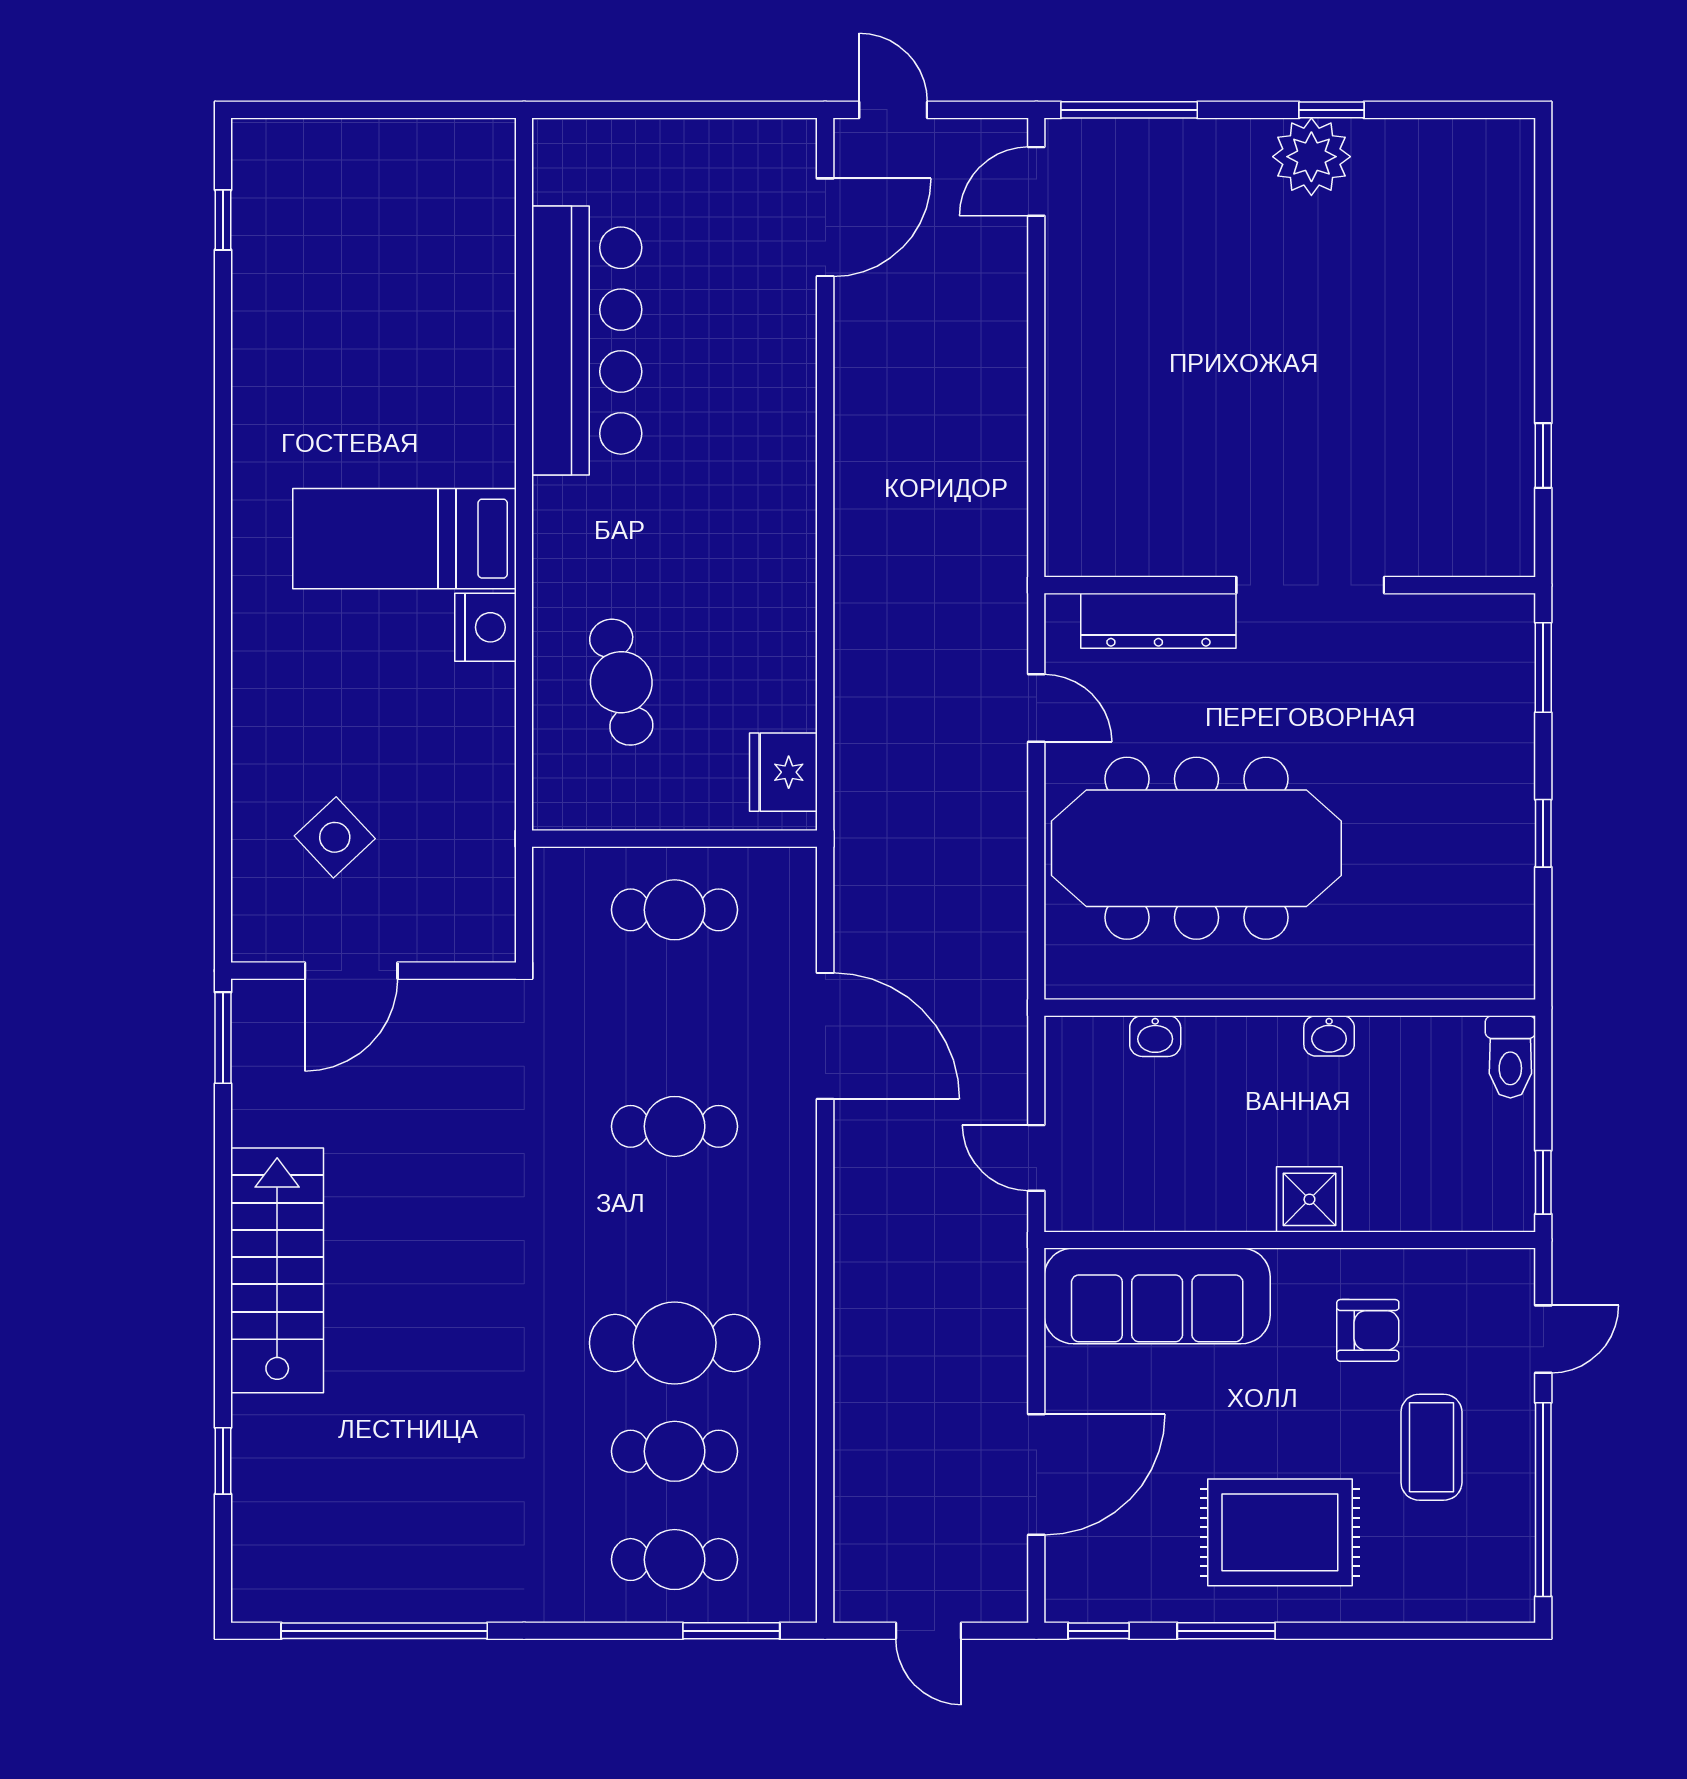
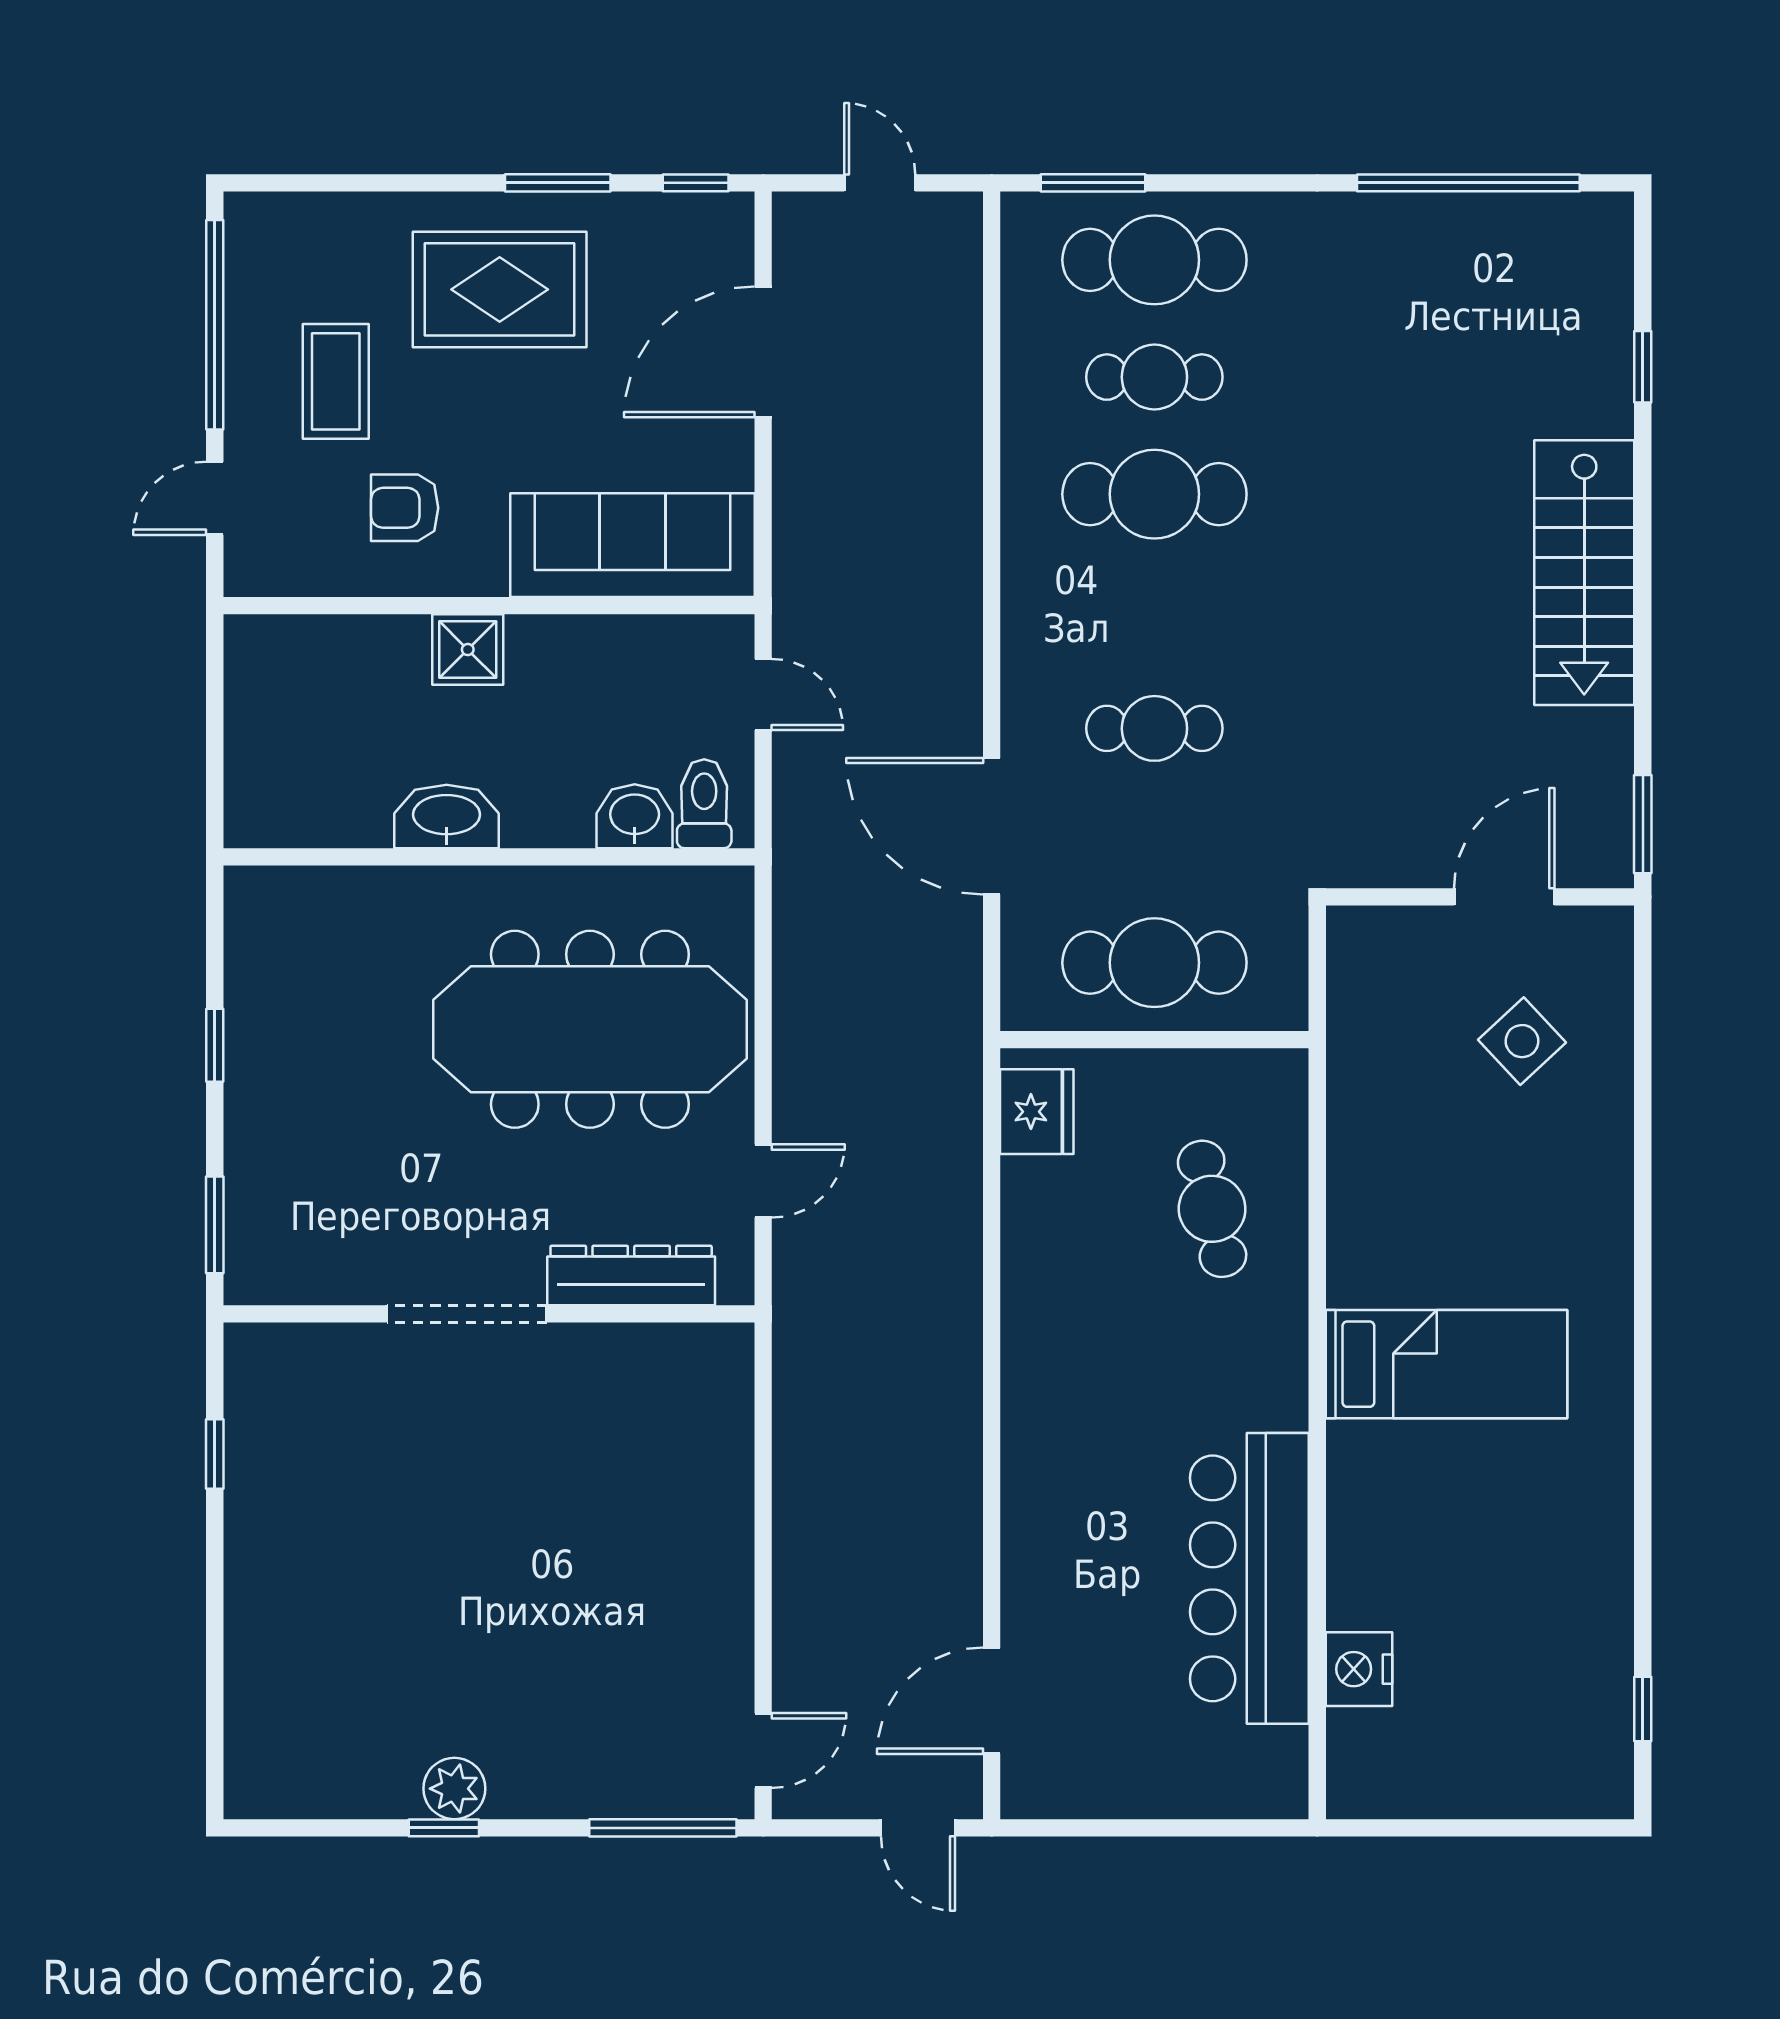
plant: (1311, 157) -> (454, 1789), width x0.73, depth x0.73
nightstand: (485, 627) -> (1359, 1669), moved
door: (1036, 708) -> (763, 1181), swing flipped
cafe table: (675, 910) -> (1154, 963), width x1.37, depth x1.35
washbasin: (1155, 1036) -> (635, 816), width x1.38, depth x1.45
washbasin: (1329, 1036) -> (447, 816), width x1.91, depth x1.45
toilet: (1510, 1057) -> (704, 804), moved
window: (1543, 1182) -> (215, 668), removed
cafe table: (675, 1560) -> (1154, 260), width x1.37, depth x1.35

